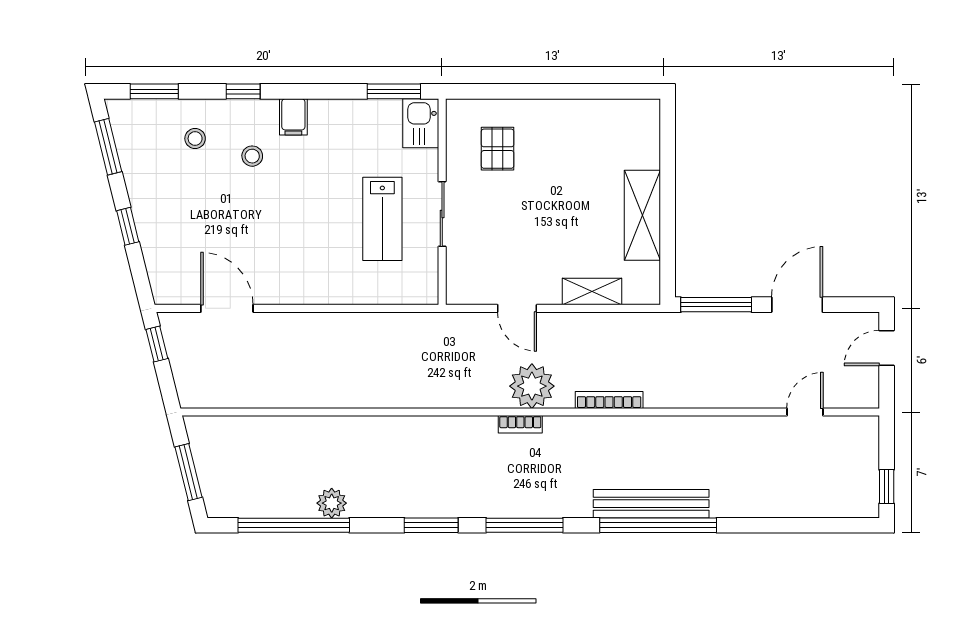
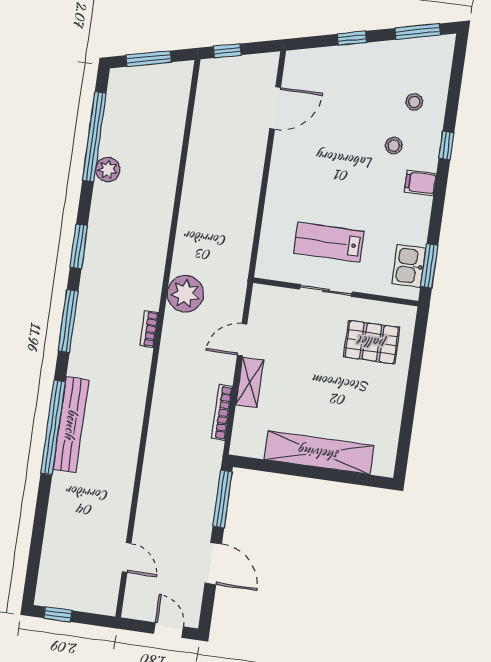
window: (154, 91) -> (456, 75), removed
kitchen sink: (421, 123) -> (409, 266), moved, turned -90
pallet: (498, 149) -> (372, 342), width x1.50, depth x1.42
shelving: (642, 215) -> (319, 453), width x1.47
shelving: (592, 292) -> (250, 382), moved
window: (157, 344) -> (227, 51), moved
plant: (532, 386) -> (185, 294), moved
bookcase: (609, 400) -> (222, 412), moved, turned 180

